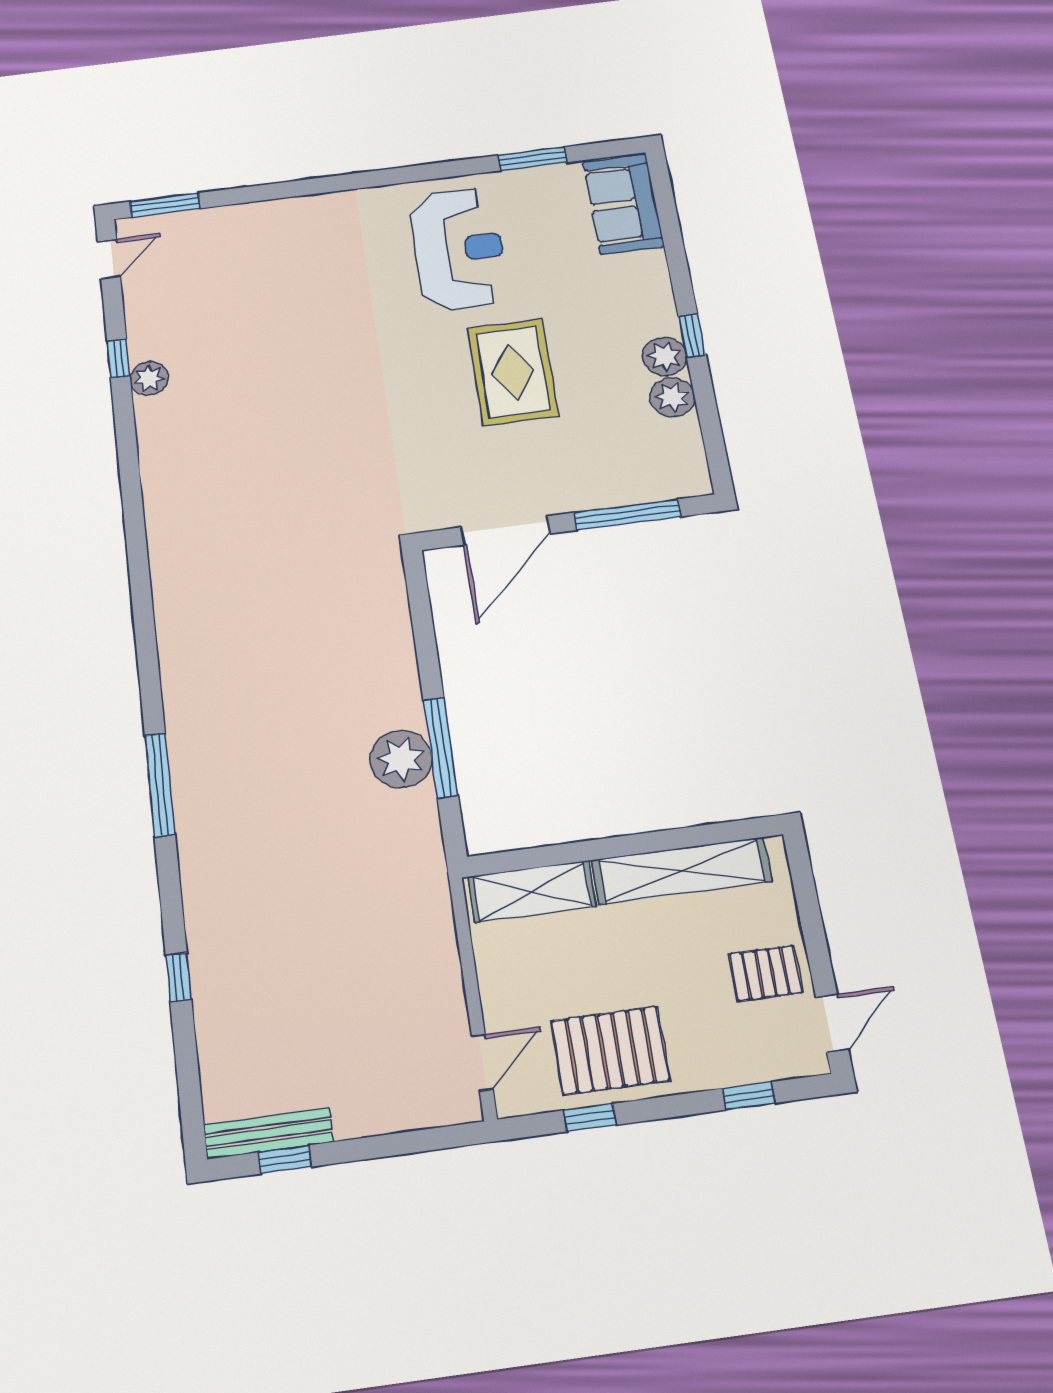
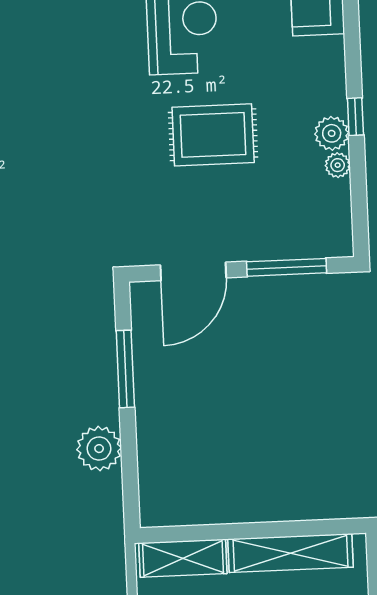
rug: (513, 372) -> (213, 135), turned 90
plant: (672, 397) -> (338, 165), width x0.73, depth x0.73
window: (441, 748) -> (125, 369), moved

